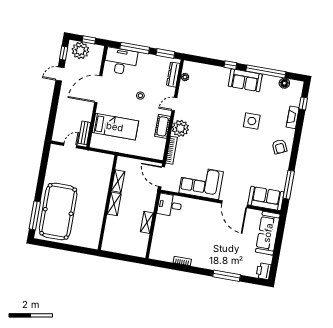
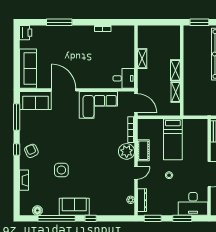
window: (135, 48) -> (182, 218), width x0.69
window: (303, 103) -> (17, 150), moved
bed: (115, 127) -> (173, 139), moved, turned -90
window: (80, 250) -> (199, 22), added

